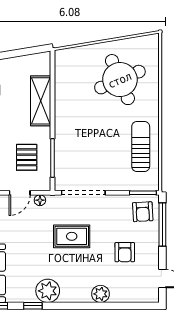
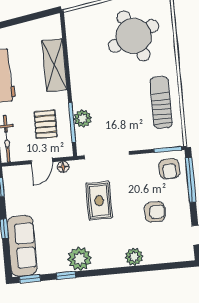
plant: (63, 155) -> (83, 118), added
rug: (72, 236) -> (99, 201), turned 90
armchair: (125, 252) -> (155, 212), turned -90

